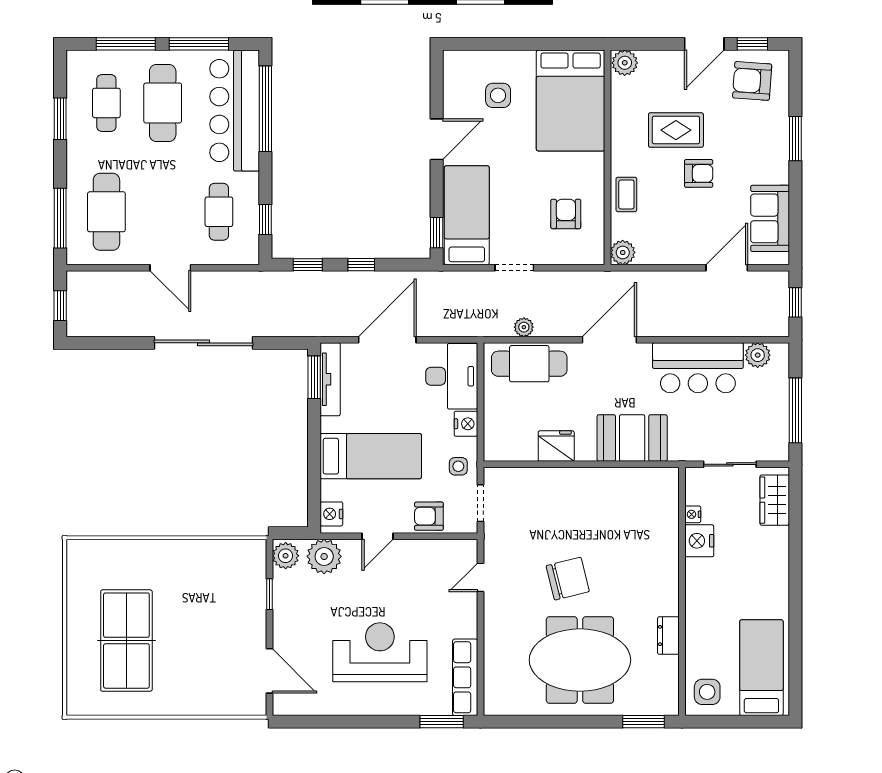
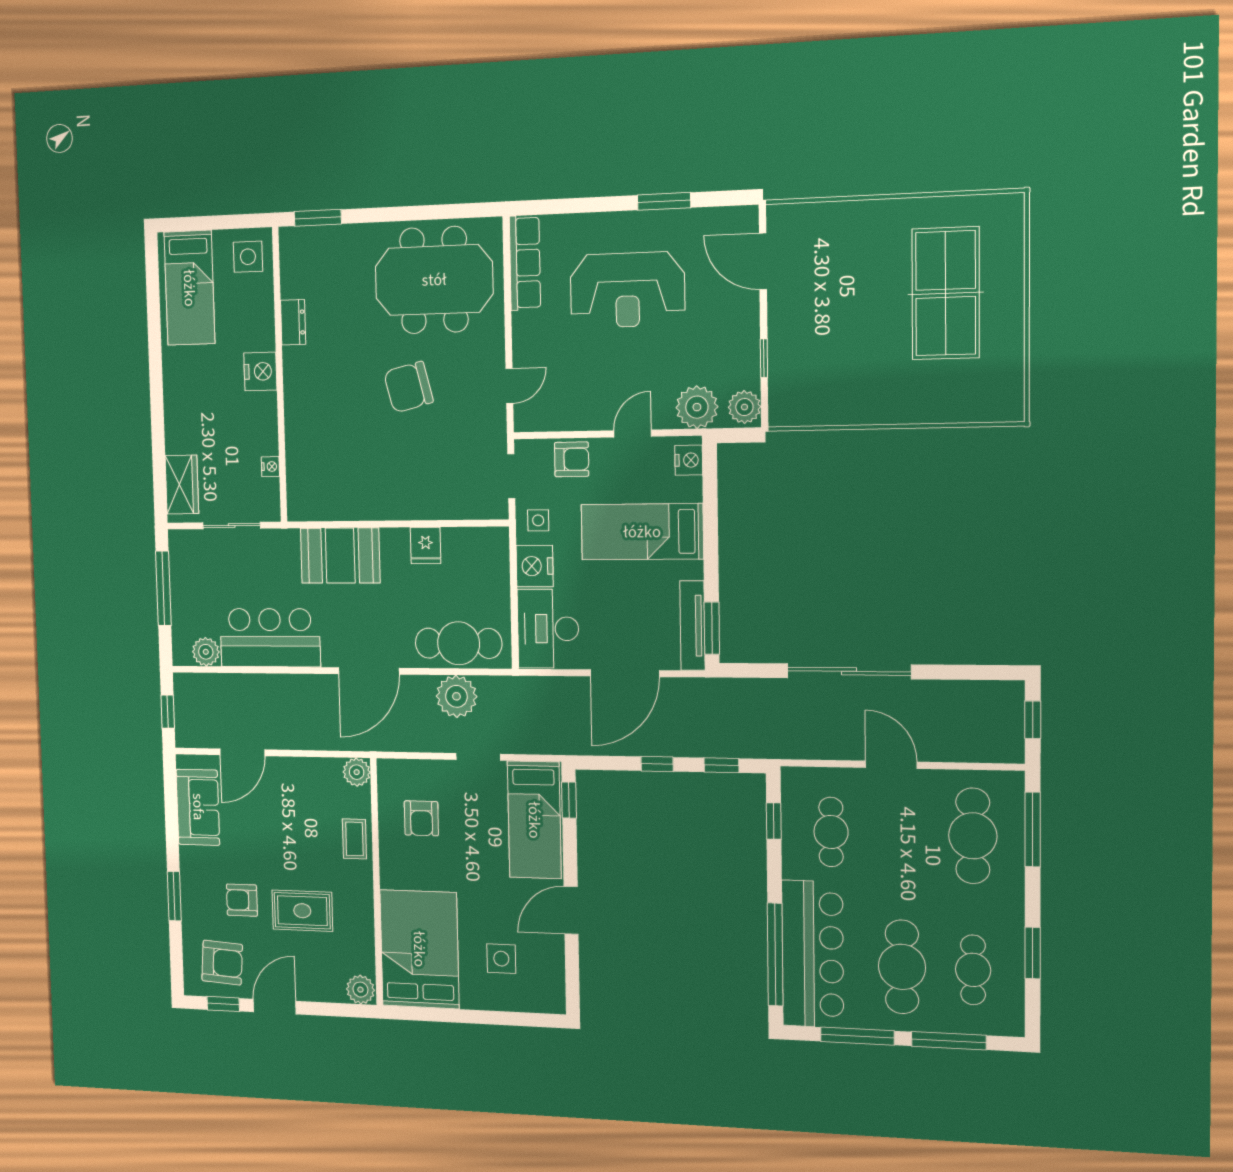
armchair: (699, 173) -> (242, 900), moved
plant: (524, 327) -> (456, 696), width x1.88, depth x1.88
nightstand: (466, 424) -> (535, 566), width x1.36, depth x1.33
fridge: (556, 446) -> (426, 545), width x0.72
nightstand: (699, 541) -> (260, 371), moved
meeting table: (580, 660) -> (434, 280), moved
window: (442, 722) -> (664, 201), moved

